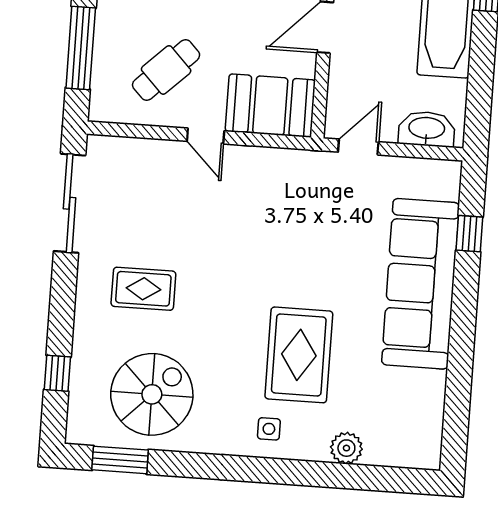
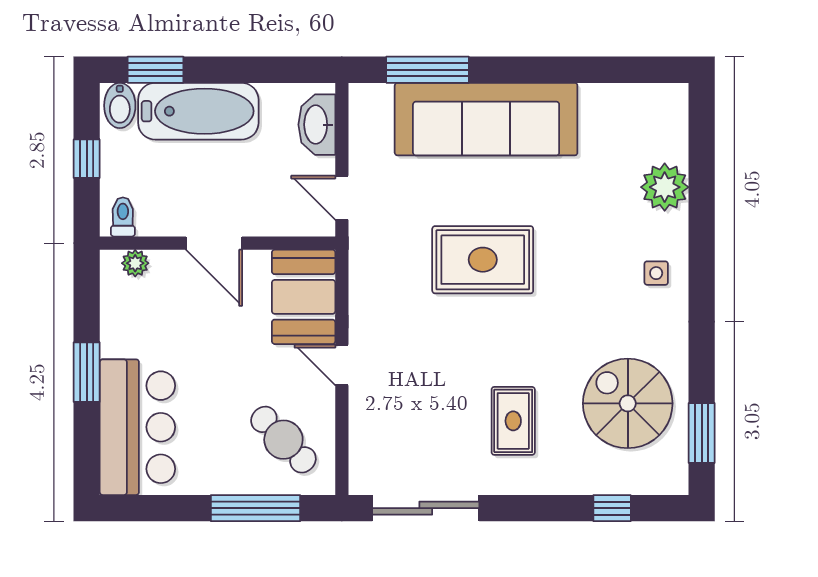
cafe table: (166, 70) -> (283, 440), moved
door: (206, 136) -> (342, 365), swing flipped
window: (469, 234) -> (428, 70), width x2.17
rug: (299, 355) -> (483, 260), moved
plant: (346, 448) -> (665, 187), width x1.36, depth x1.36

